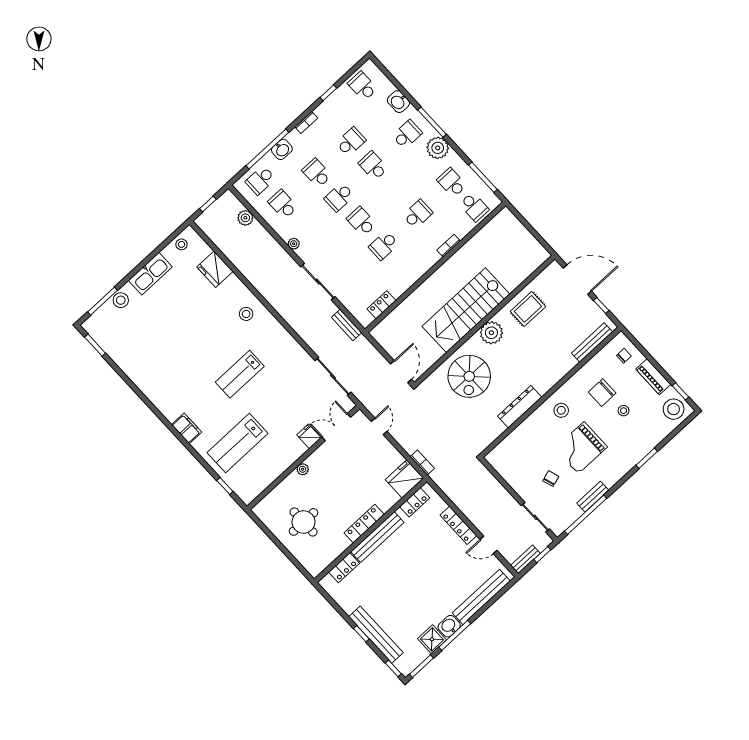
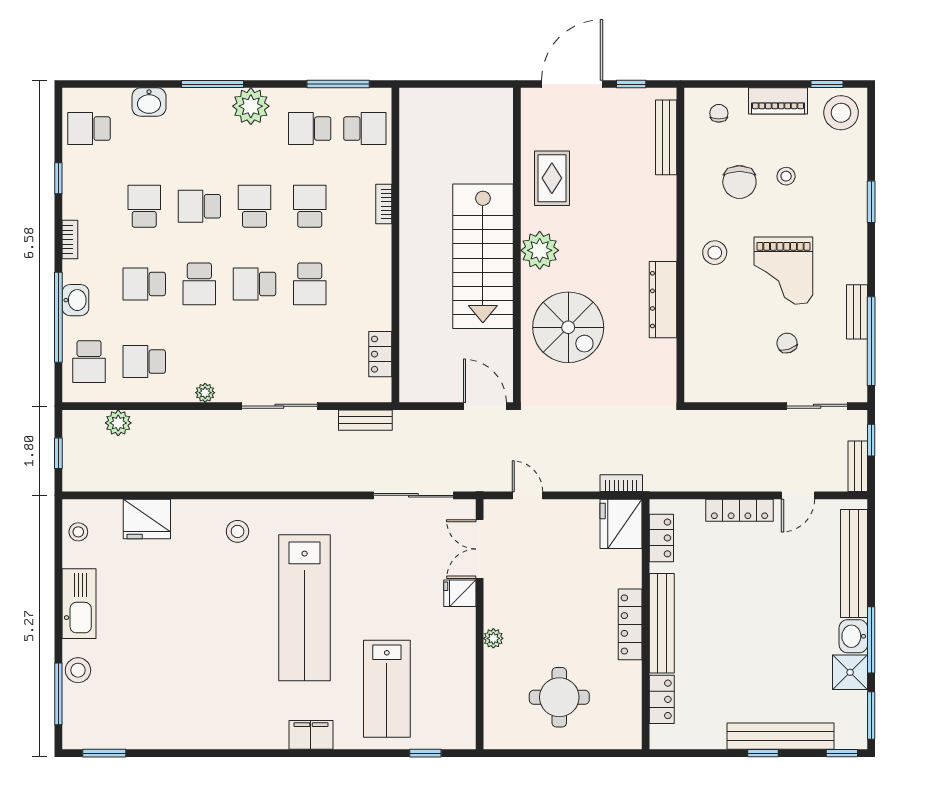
school desk: (407, 134) -> (255, 206), moved
lab bench: (240, 374) -> (305, 608), width x1.86, depth x1.39

